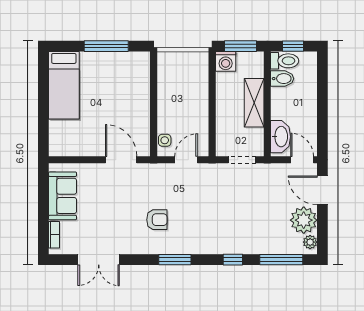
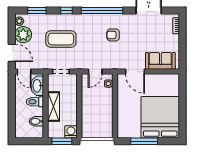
window: (293, 46) -> (30, 141), removed
toilet: (285, 61) -> (35, 102), moved
bed: (64, 85) -> (160, 117), width x2.04
sofa: (63, 196) -> (160, 61), moved, turned 90
coffee table: (242, 213) -> (61, 39), added
window: (175, 260) -> (102, 10), width x2.11
window: (281, 260) -> (37, 10), width x0.69

